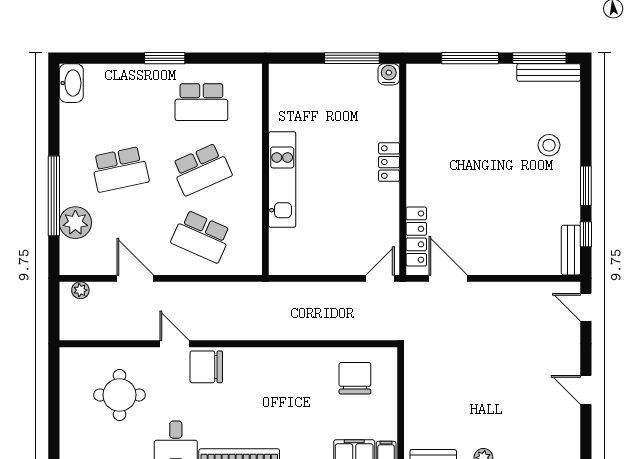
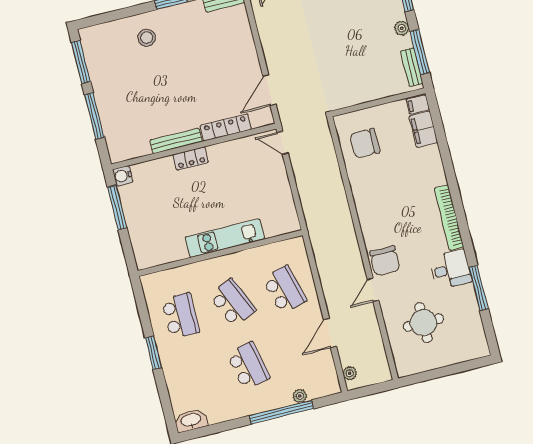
bench: (549, 72) -> (176, 141), moved, turned 90
plant: (75, 223) -> (300, 396), width x0.53, depth x0.53
school desk: (201, 236) -> (285, 290), turned -39
locker: (416, 237) -> (226, 127), moved

